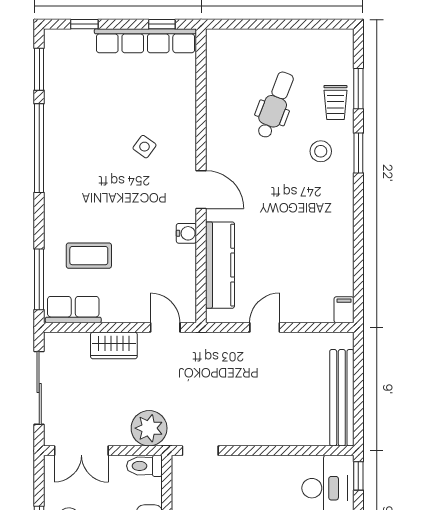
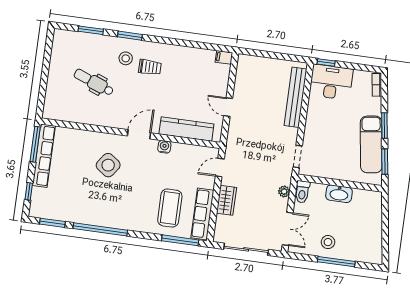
window: (162, 24) -> (35, 144), width x2.17
trolley: (335, 102) -> (150, 67), moved
side table: (144, 147) -> (108, 165), width x1.87, depth x1.87
coffee table: (89, 256) -> (170, 208), width x1.36, depth x1.32
row of seats: (73, 310) -> (202, 214), width x1.48
bench: (342, 398) -> (295, 97), moved, turned 90
plant: (149, 428) -> (284, 192), width x0.53, depth x0.53

